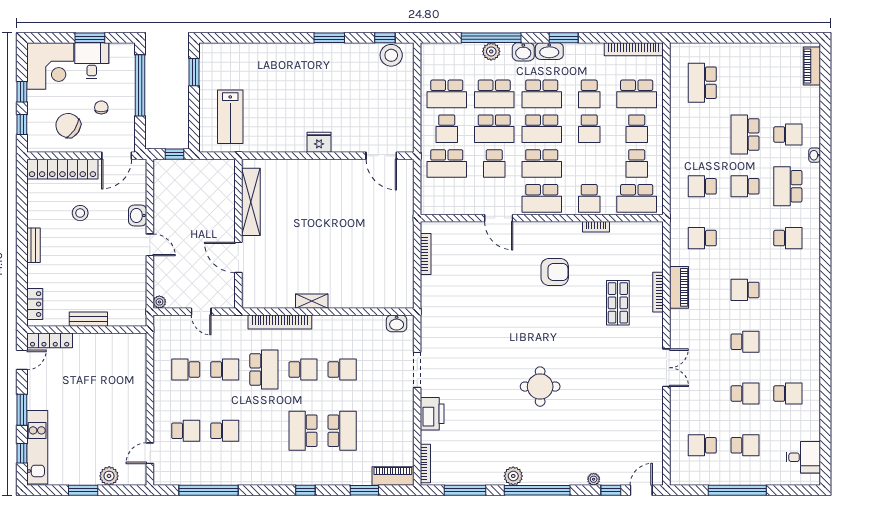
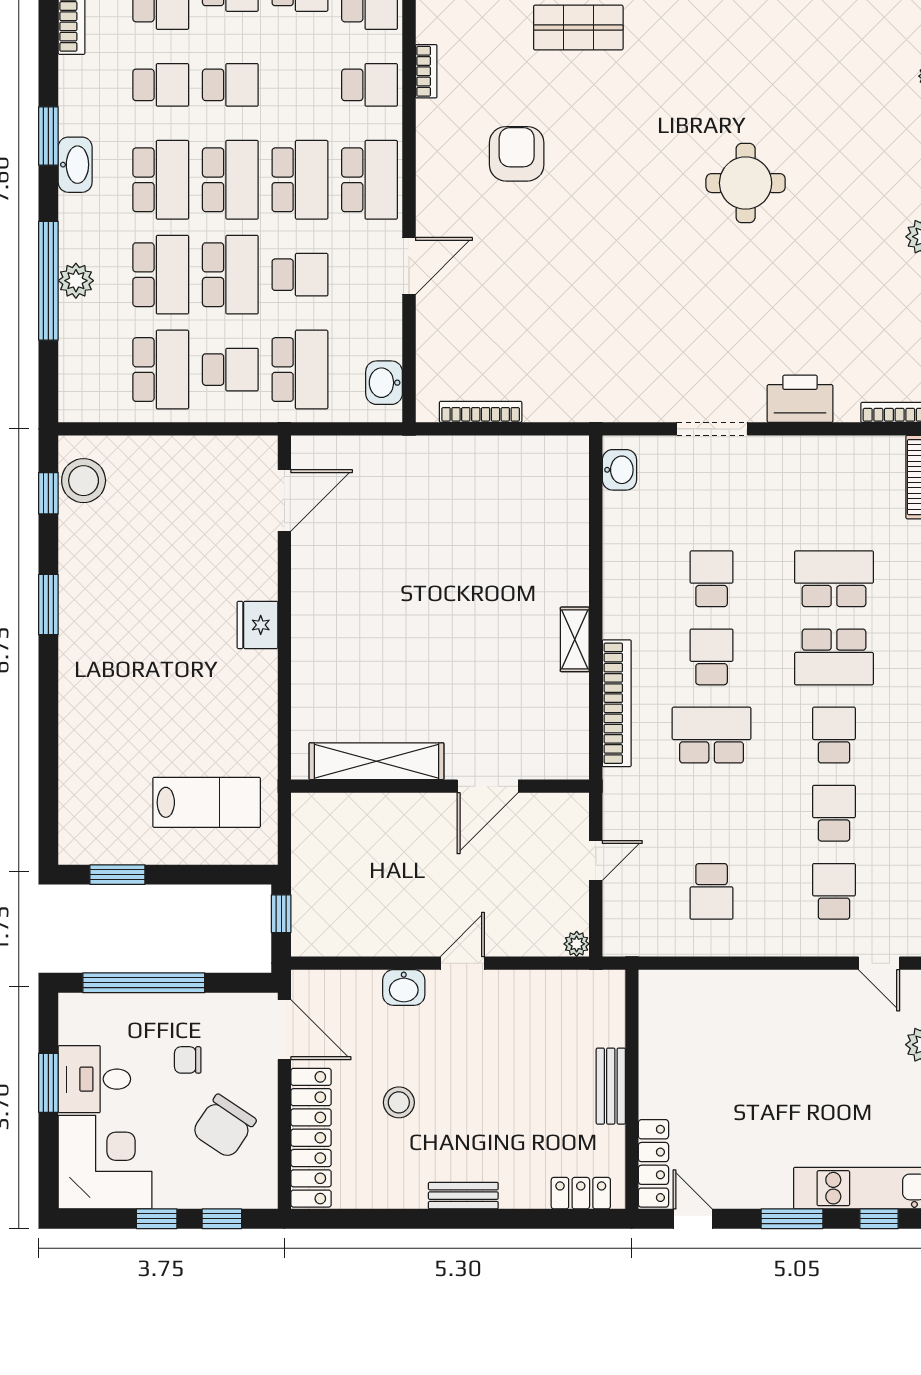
washbasin: (523, 52) -> (384, 383), moved, turned 180
school desk: (225, 369) -> (834, 735), moved

